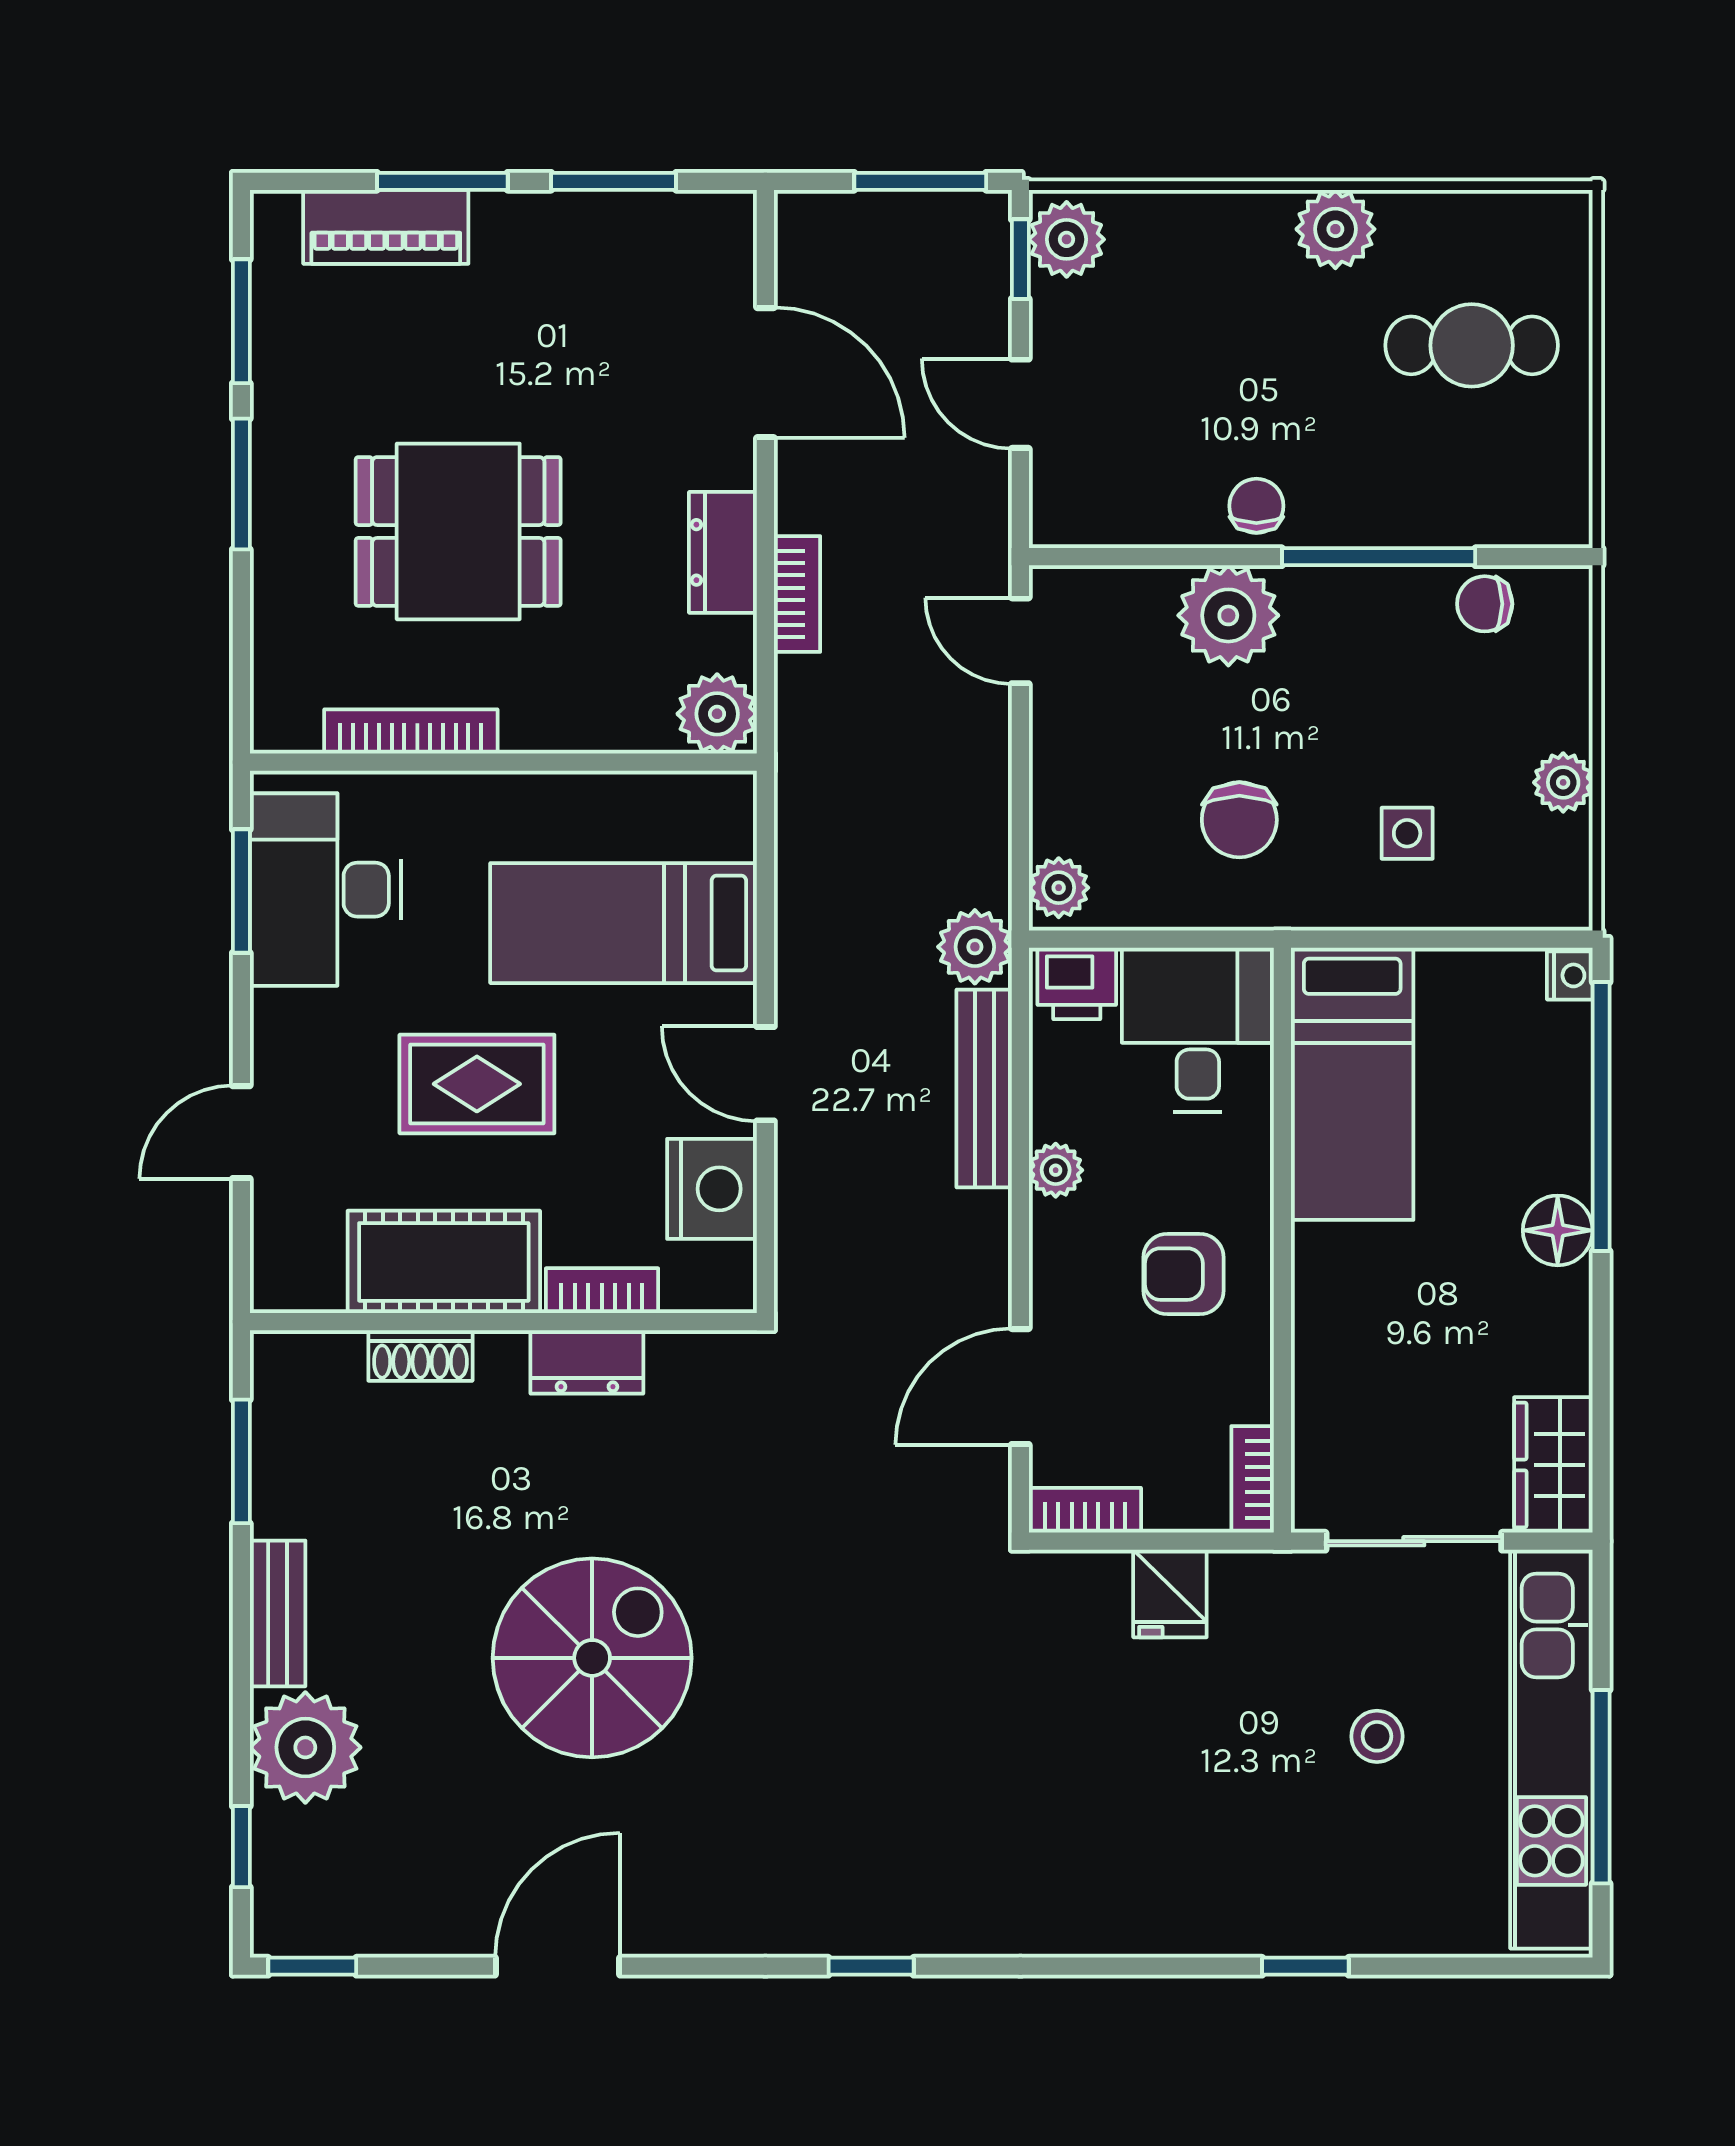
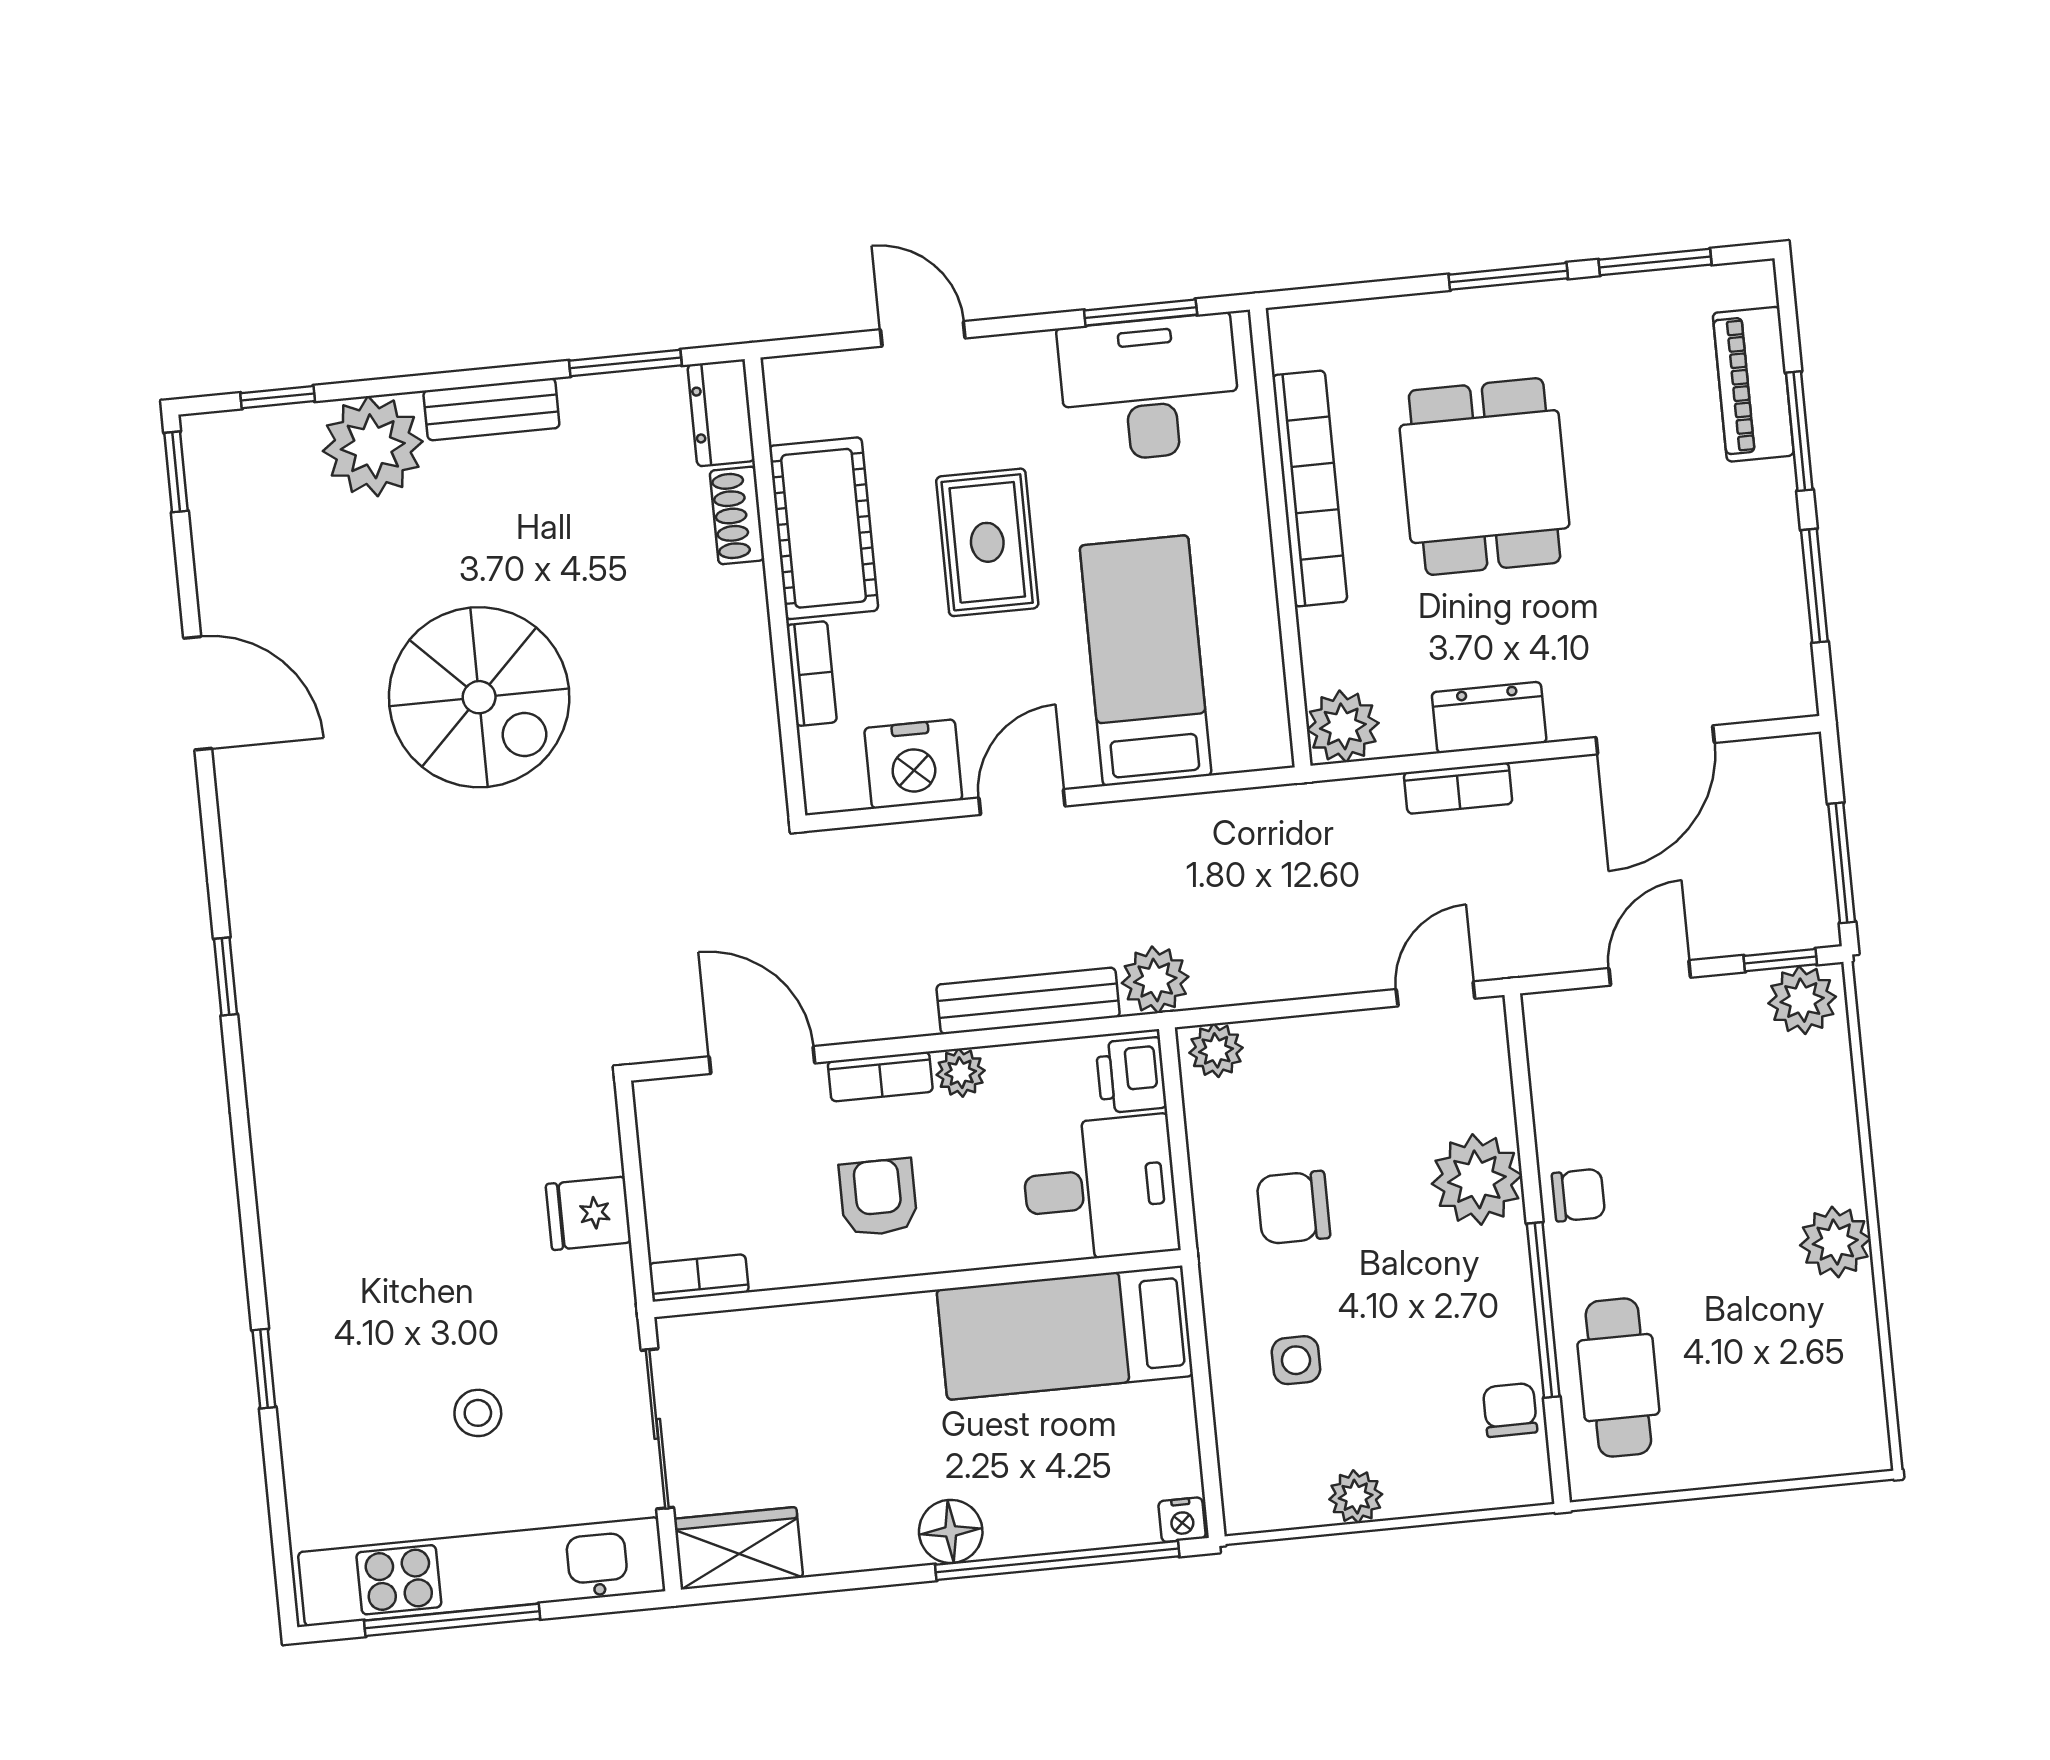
cafe table: (1472, 345) -> (1618, 1378), moved
bookcase: (411, 731) -> (1310, 488), width x1.48, depth x1.31
dresser: (587, 1362) -> (721, 413), moved
bookcase: (1085, 1510) -> (880, 1077), moved, turned 90

